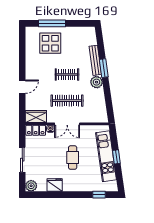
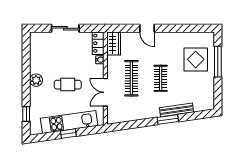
plant: (96, 82) -> (152, 111), removed
double door: (67, 124) -> (105, 92), moved
fridge: (55, 185) -> (37, 64), removed
plant: (31, 186) -> (36, 80), moved

